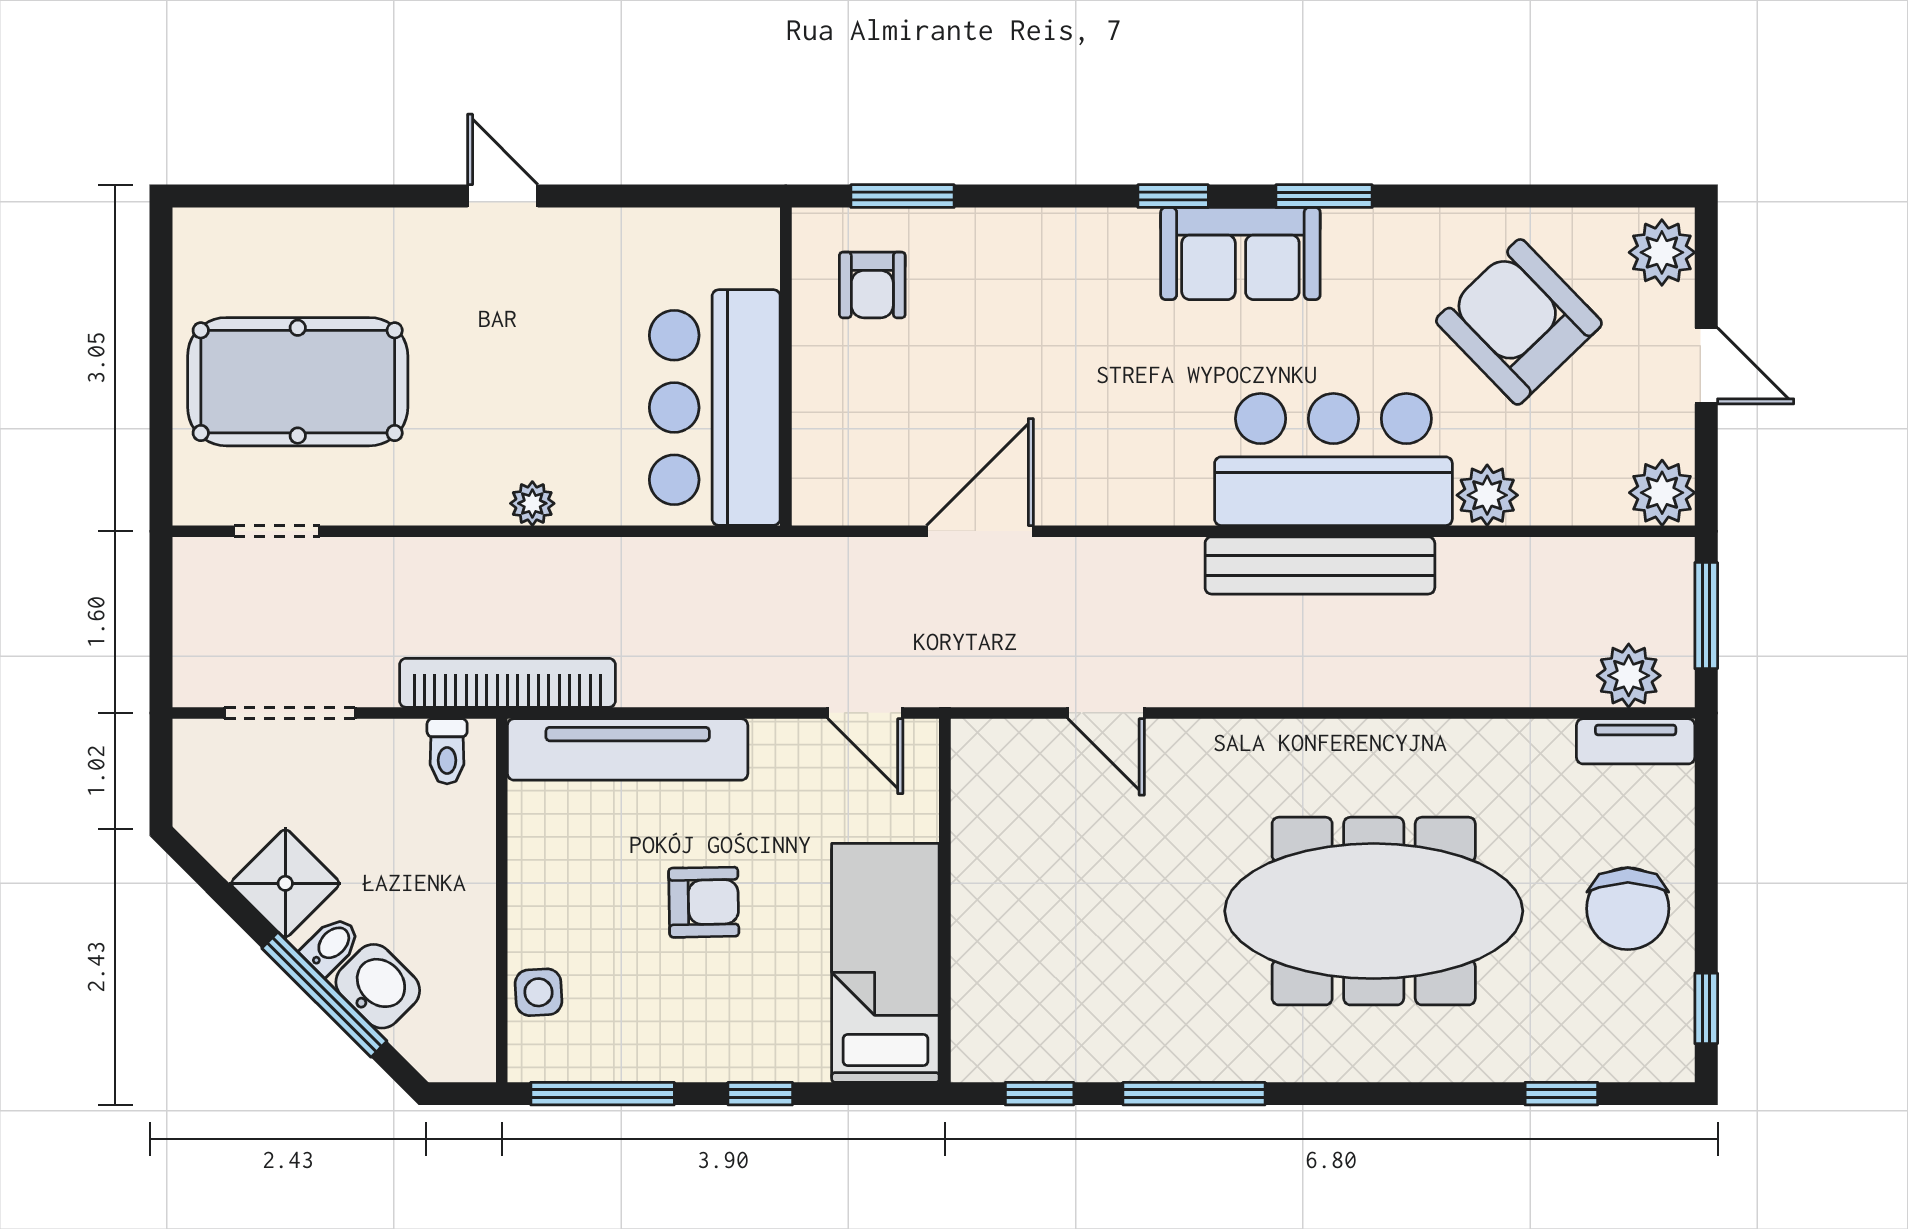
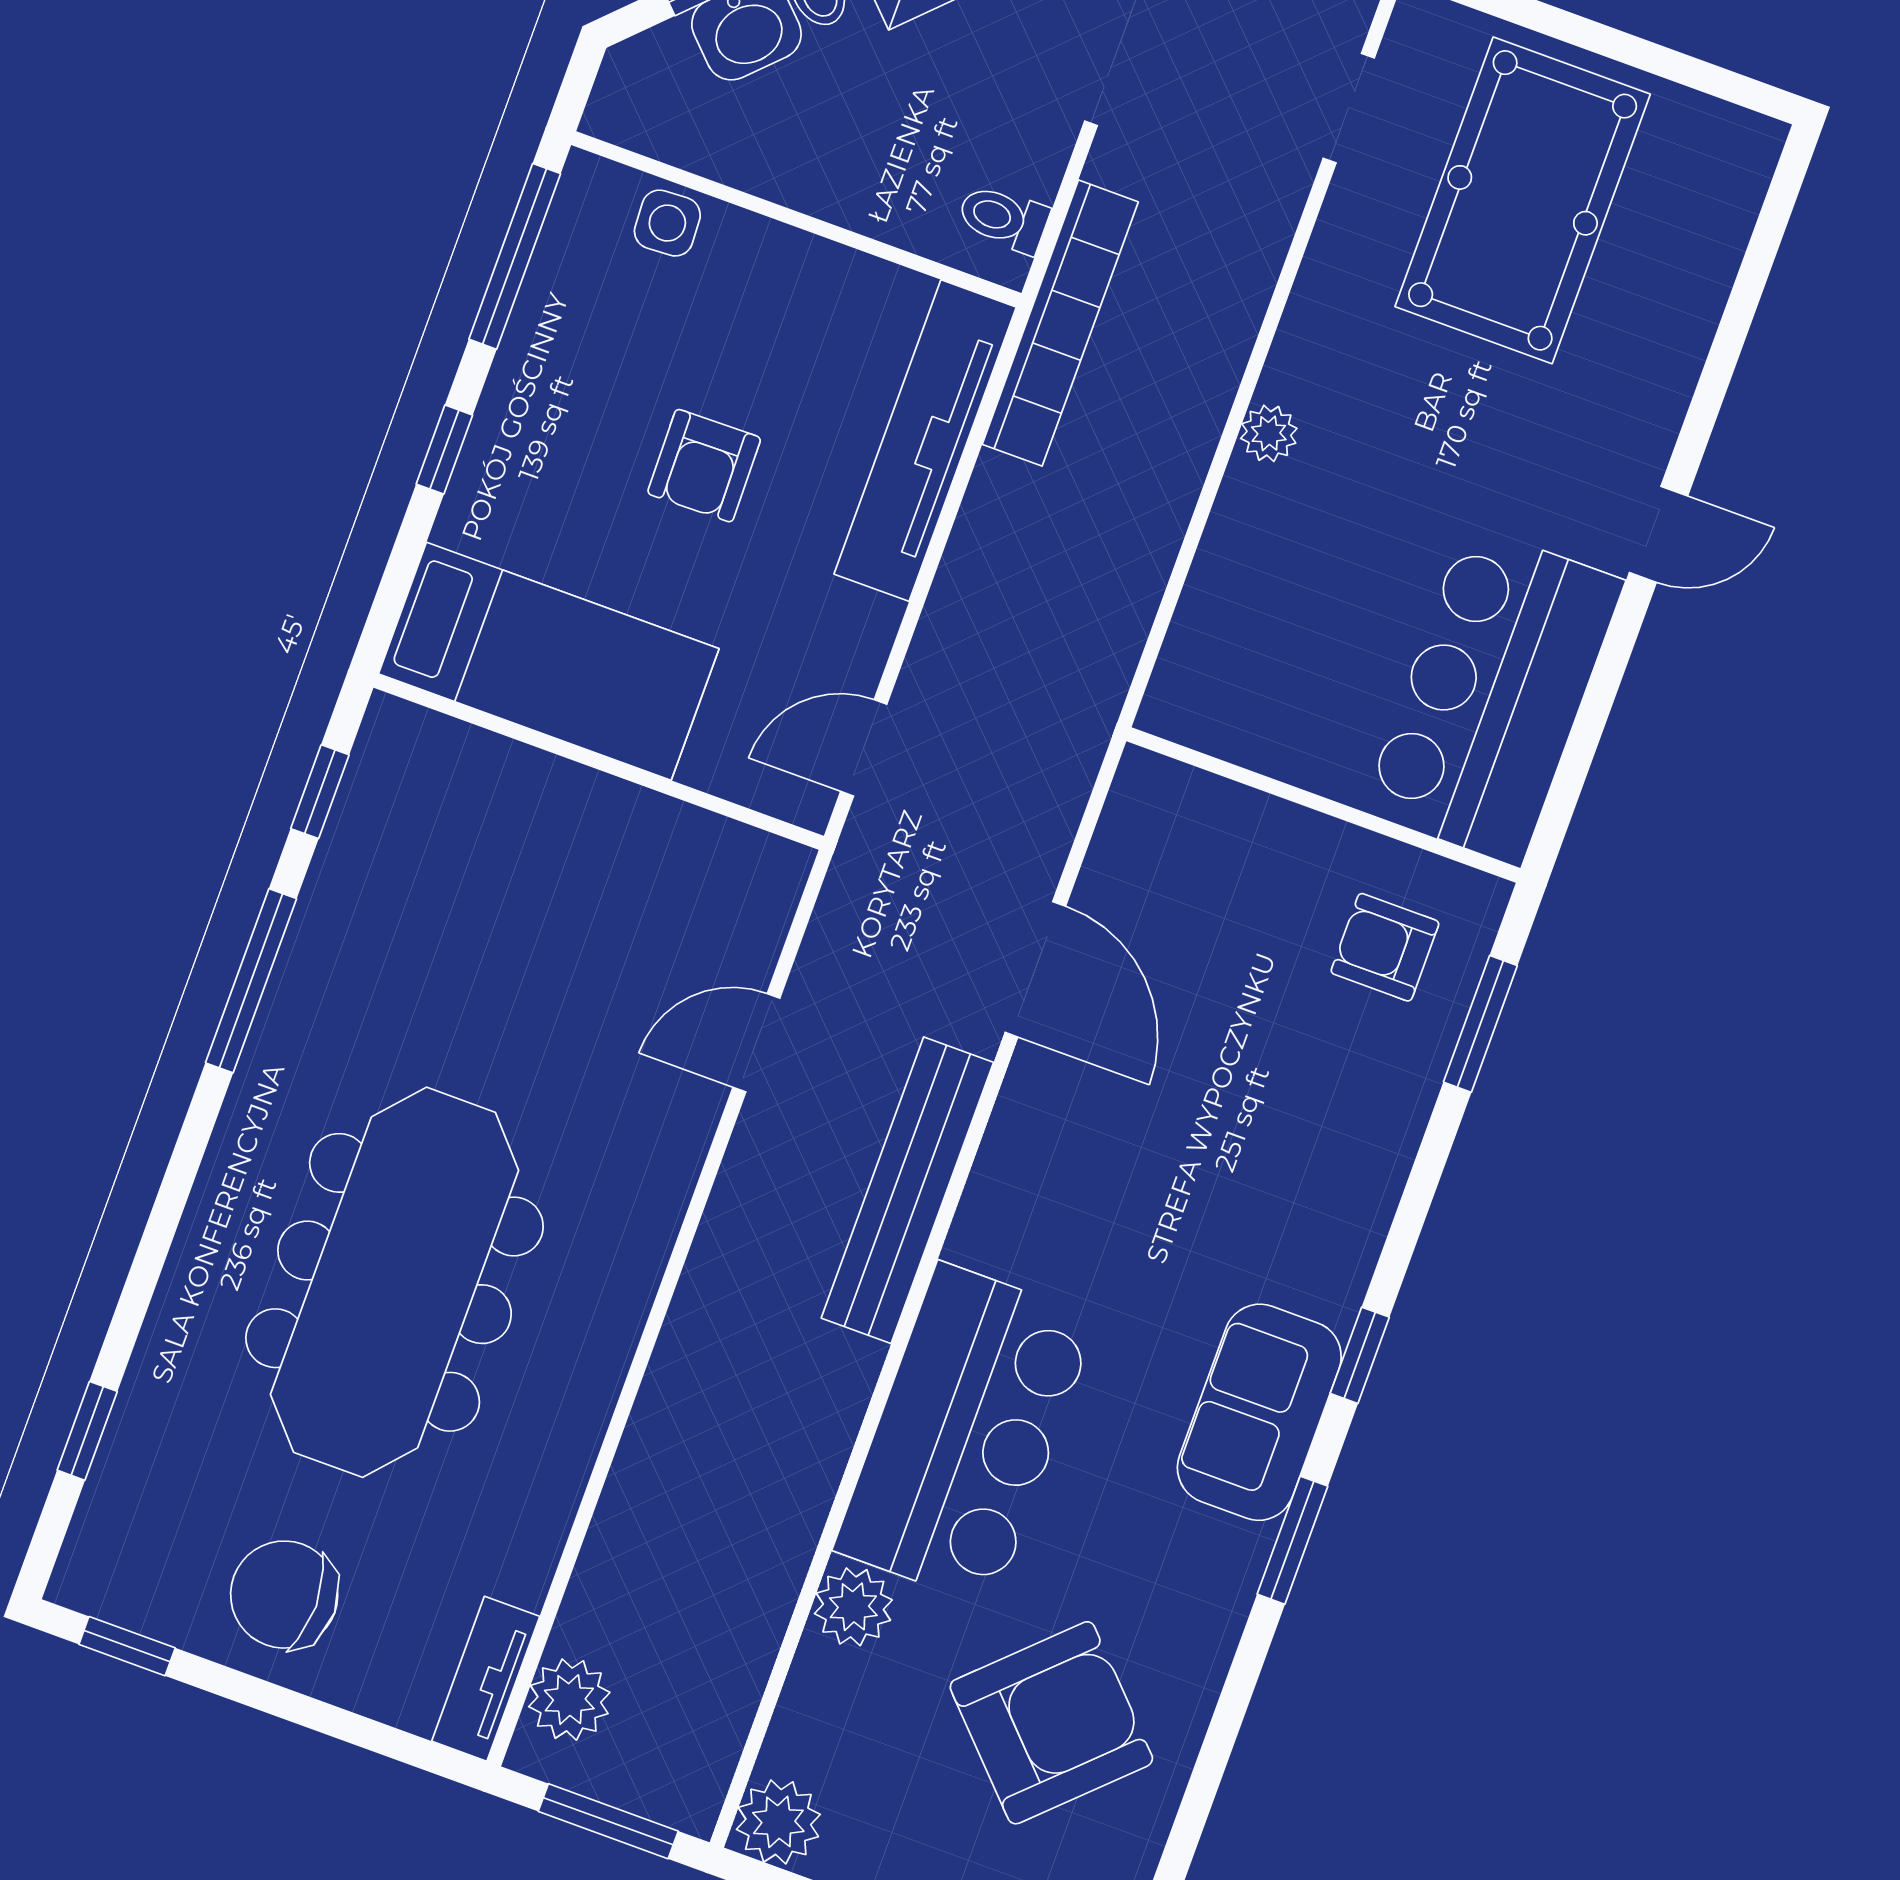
bar counter: (715, 408) -> (1493, 696), moved, turned -90
bench: (1320, 565) -> (907, 1190), moved

